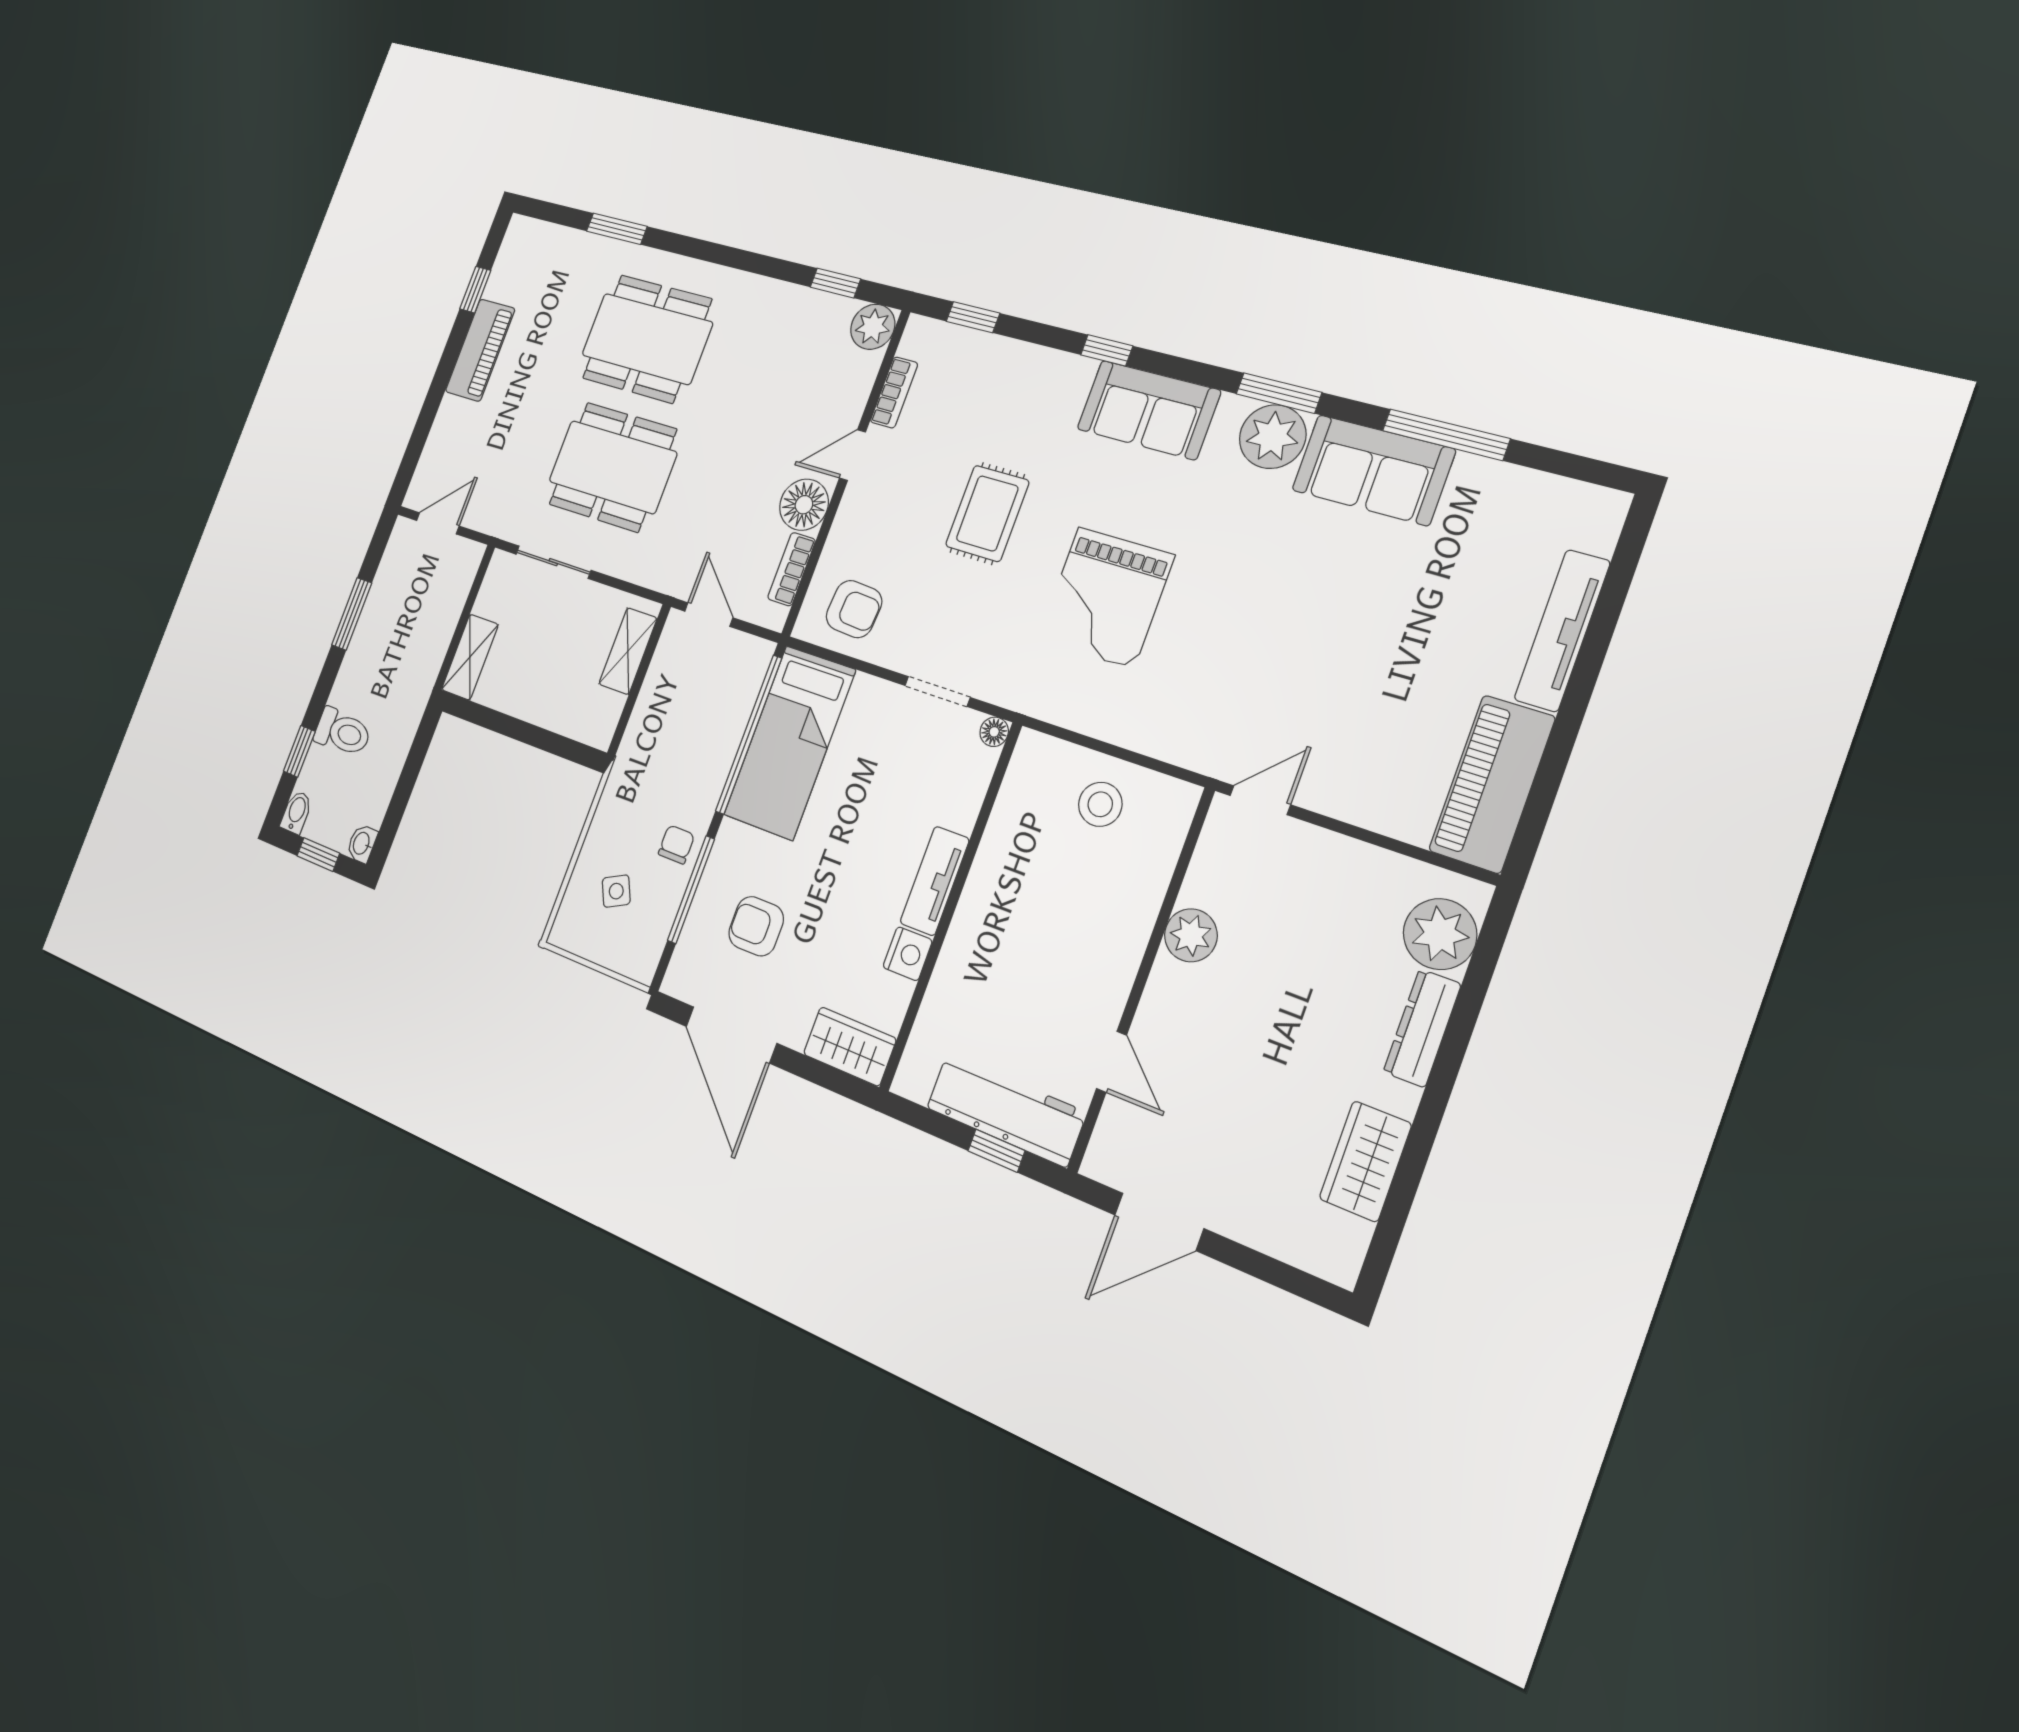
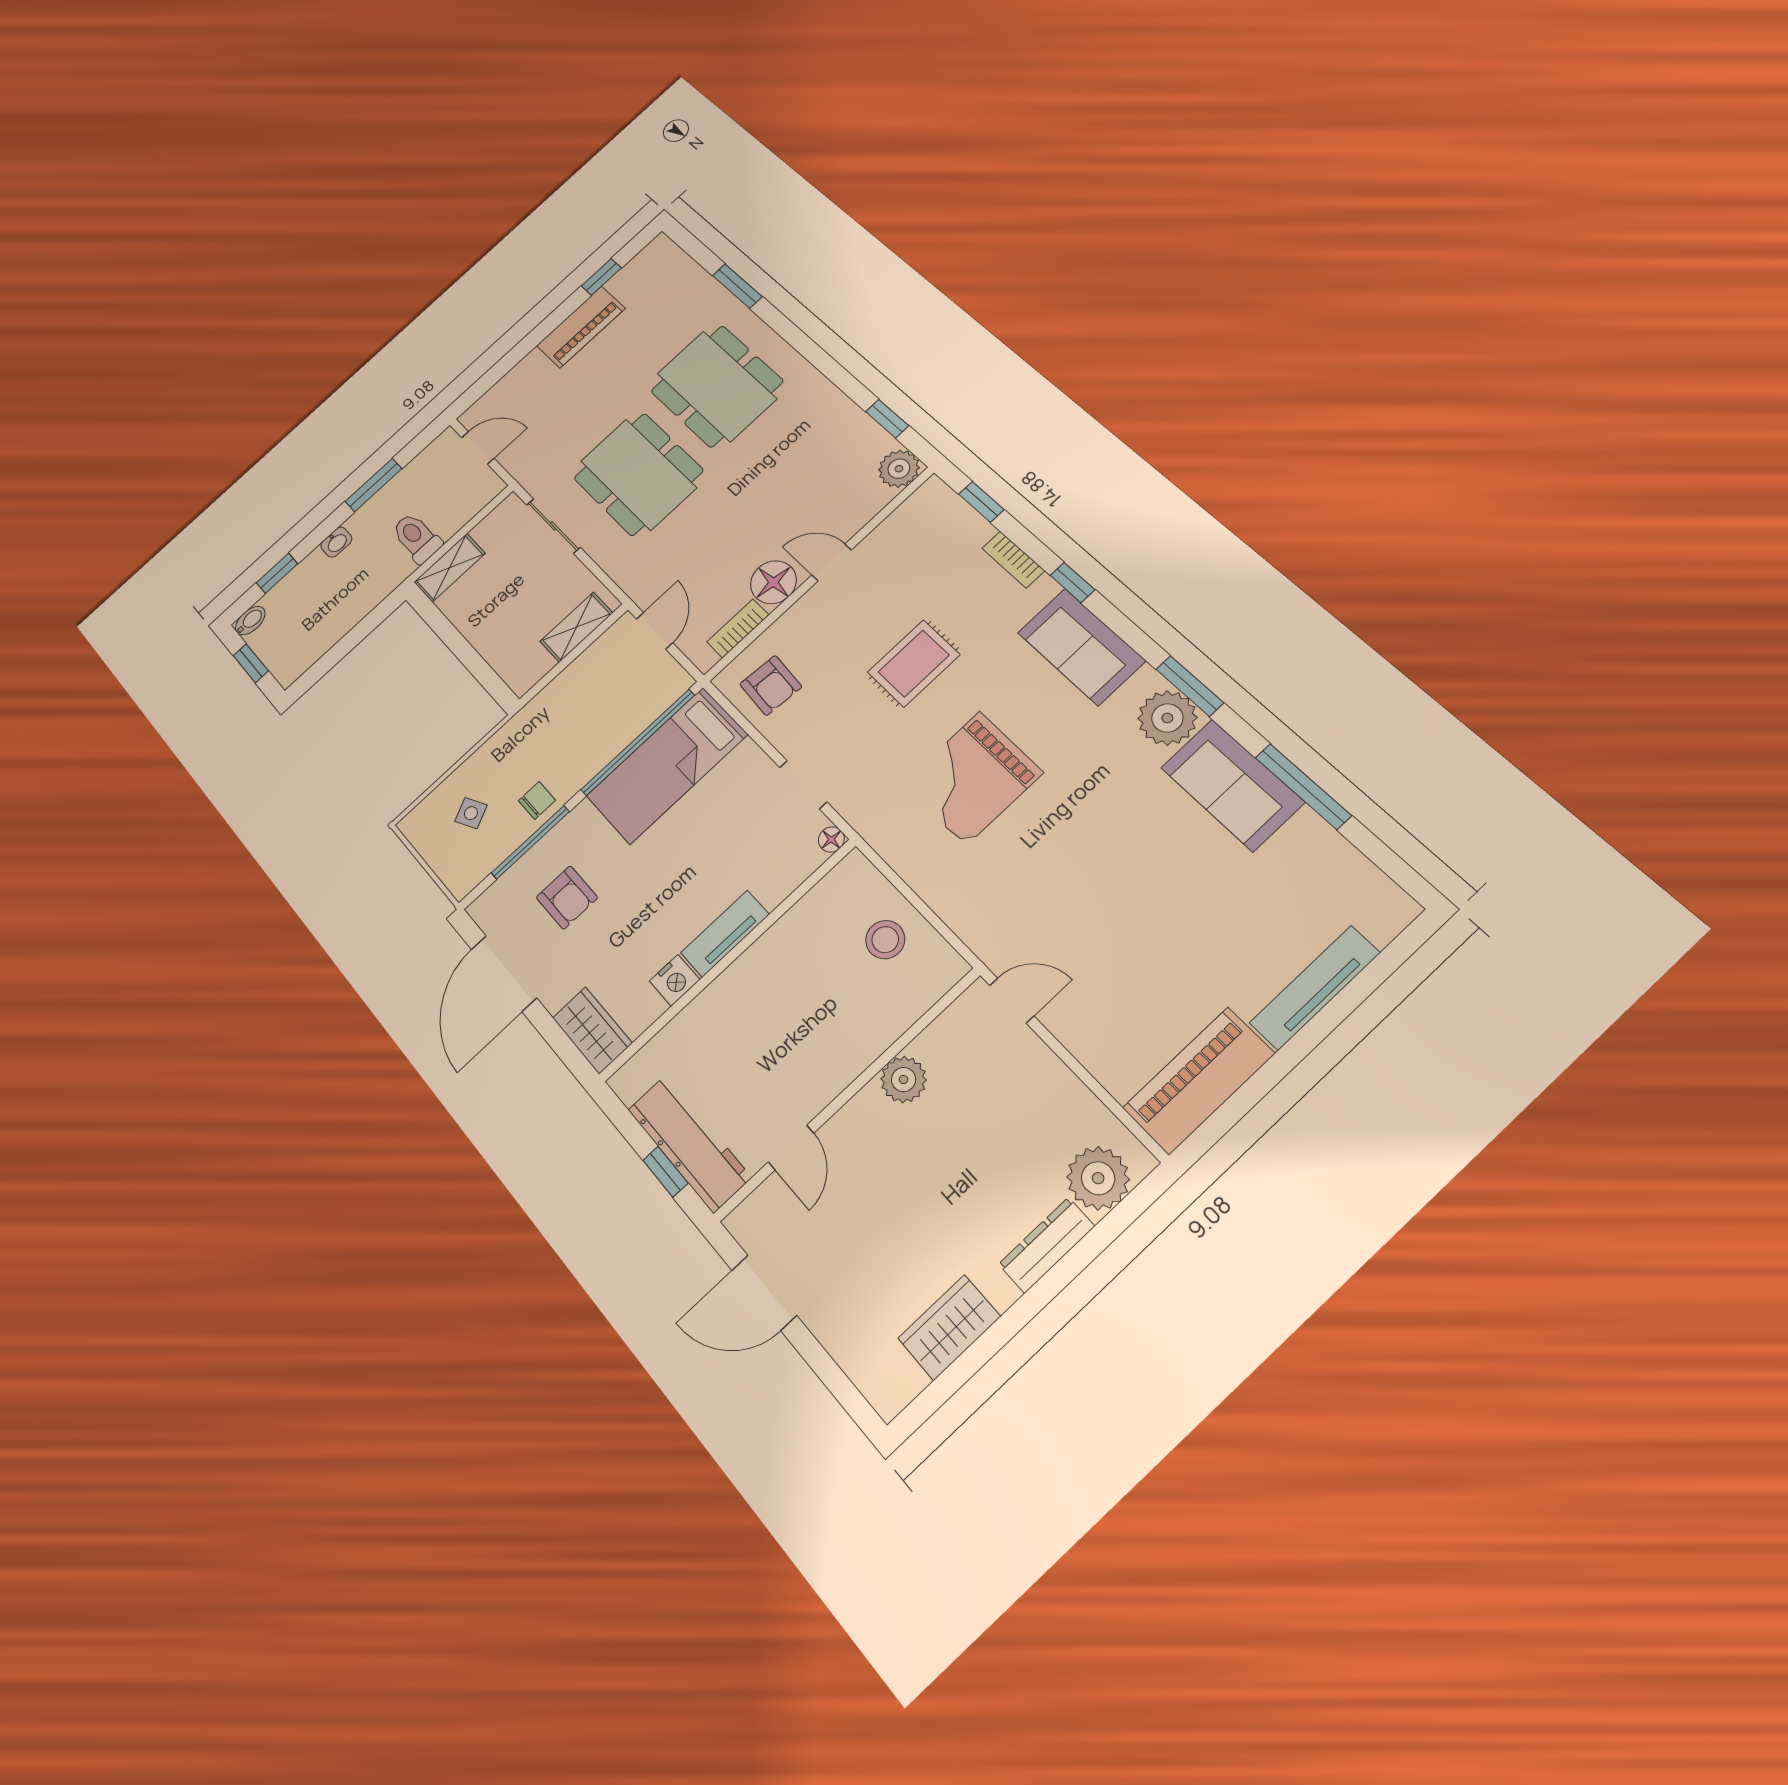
bookcase: (894, 392) -> (1013, 560), moved, turned 90
toilet: (343, 732) -> (416, 538), moved, turned 180
washbasin: (362, 844) -> (336, 542), moved, turned 180
armchair: (756, 926) -> (567, 897), turned 180

